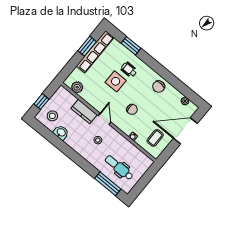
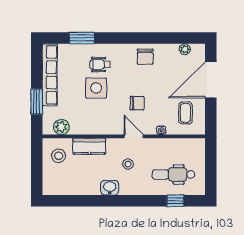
window: (87, 46) -> (37, 102), moved
window: (41, 102) -> (37, 172), removed
stool: (52, 116) -> (59, 156), moved
door: (105, 119) -> (134, 136), moved
washbasin: (61, 133) -> (110, 188), moved
window: (108, 184) -> (175, 201), width x0.46

